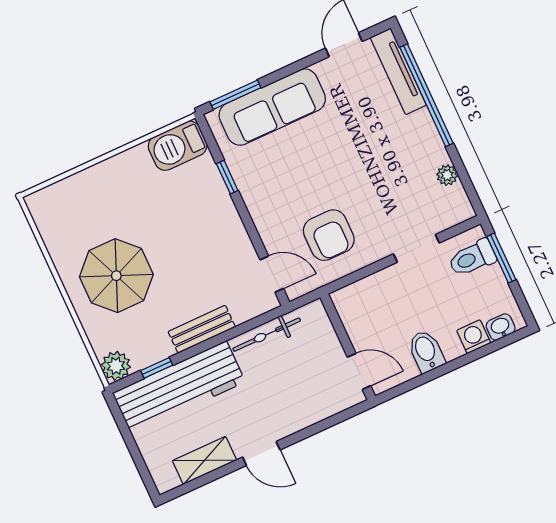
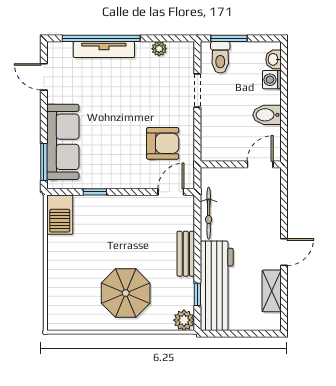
tv unit: (398, 71) -> (104, 49), moved

